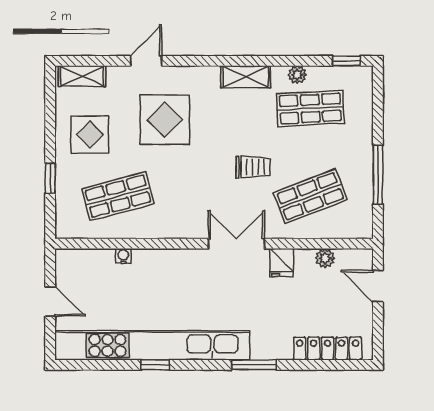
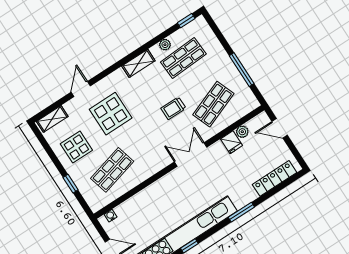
trolley: (253, 167) -> (173, 108), turned 180
water cooler: (123, 256) -> (111, 216), moved
fridge: (282, 263) -> (231, 142), moved

